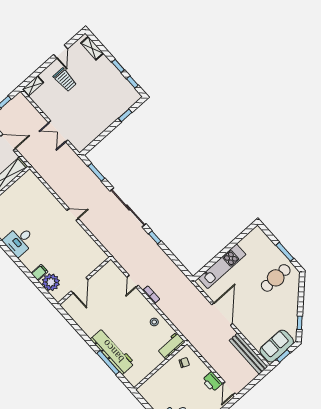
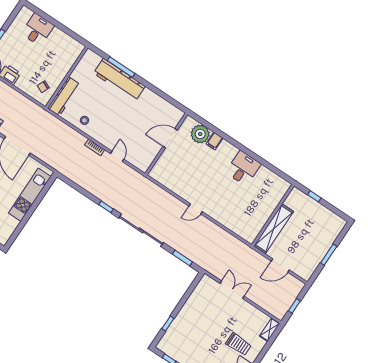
trolley: (65, 80) -> (239, 344), turned 180
door: (80, 285) -> (170, 138), hinge flipped
workbench: (171, 346) -> (64, 96), width x1.38

